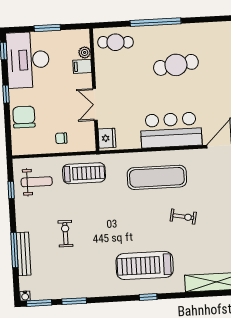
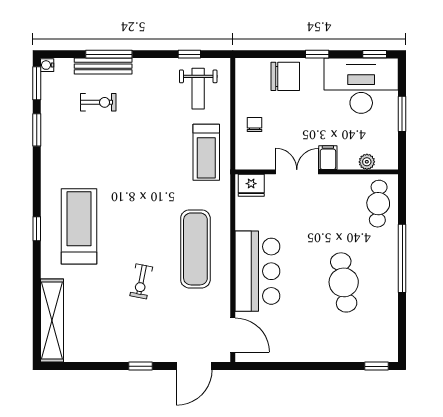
filing cabinet: (82, 66) -> (328, 158), moved
exercise bike: (65, 234) -> (98, 102), moved

